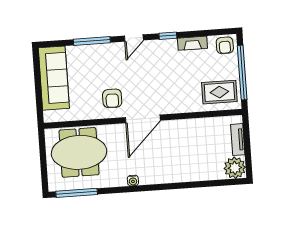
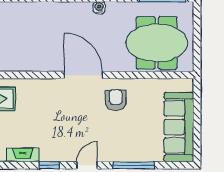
door: (143, 119) -> (83, 75), hinge flipped

